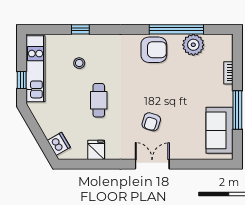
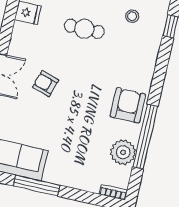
armchair: (154, 50) -> (128, 105), turned 180
bookcase: (228, 73) -> (113, 192), moved

